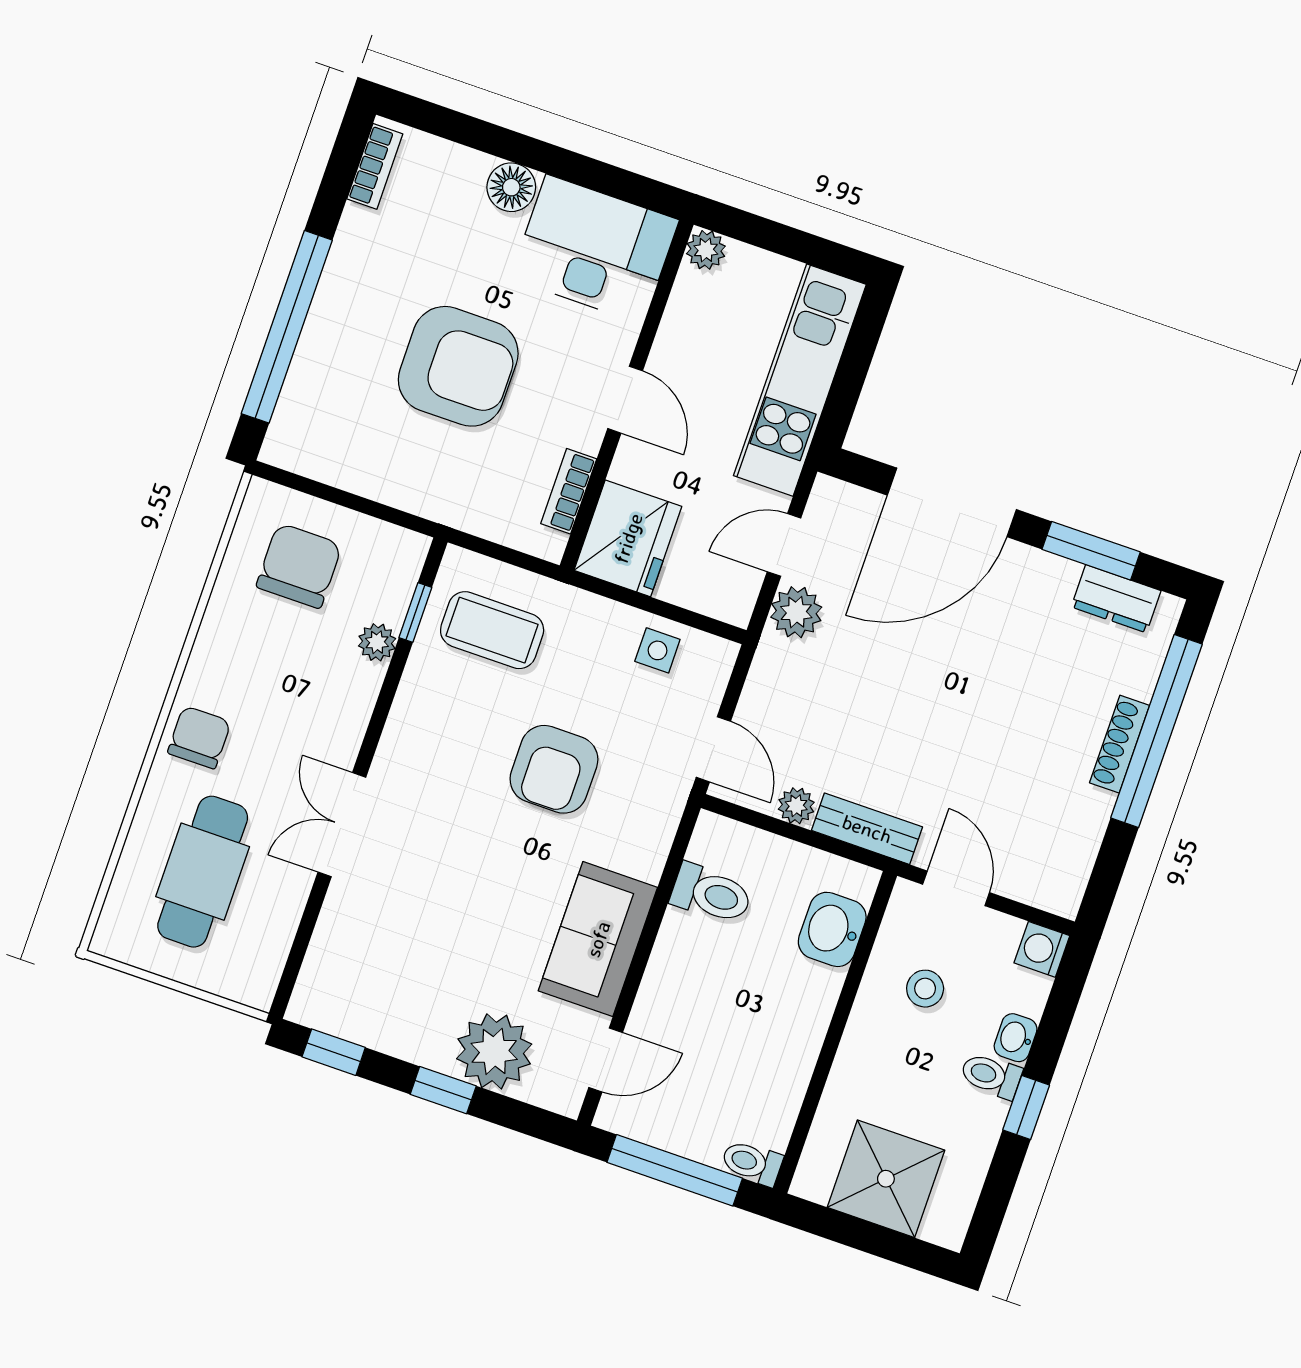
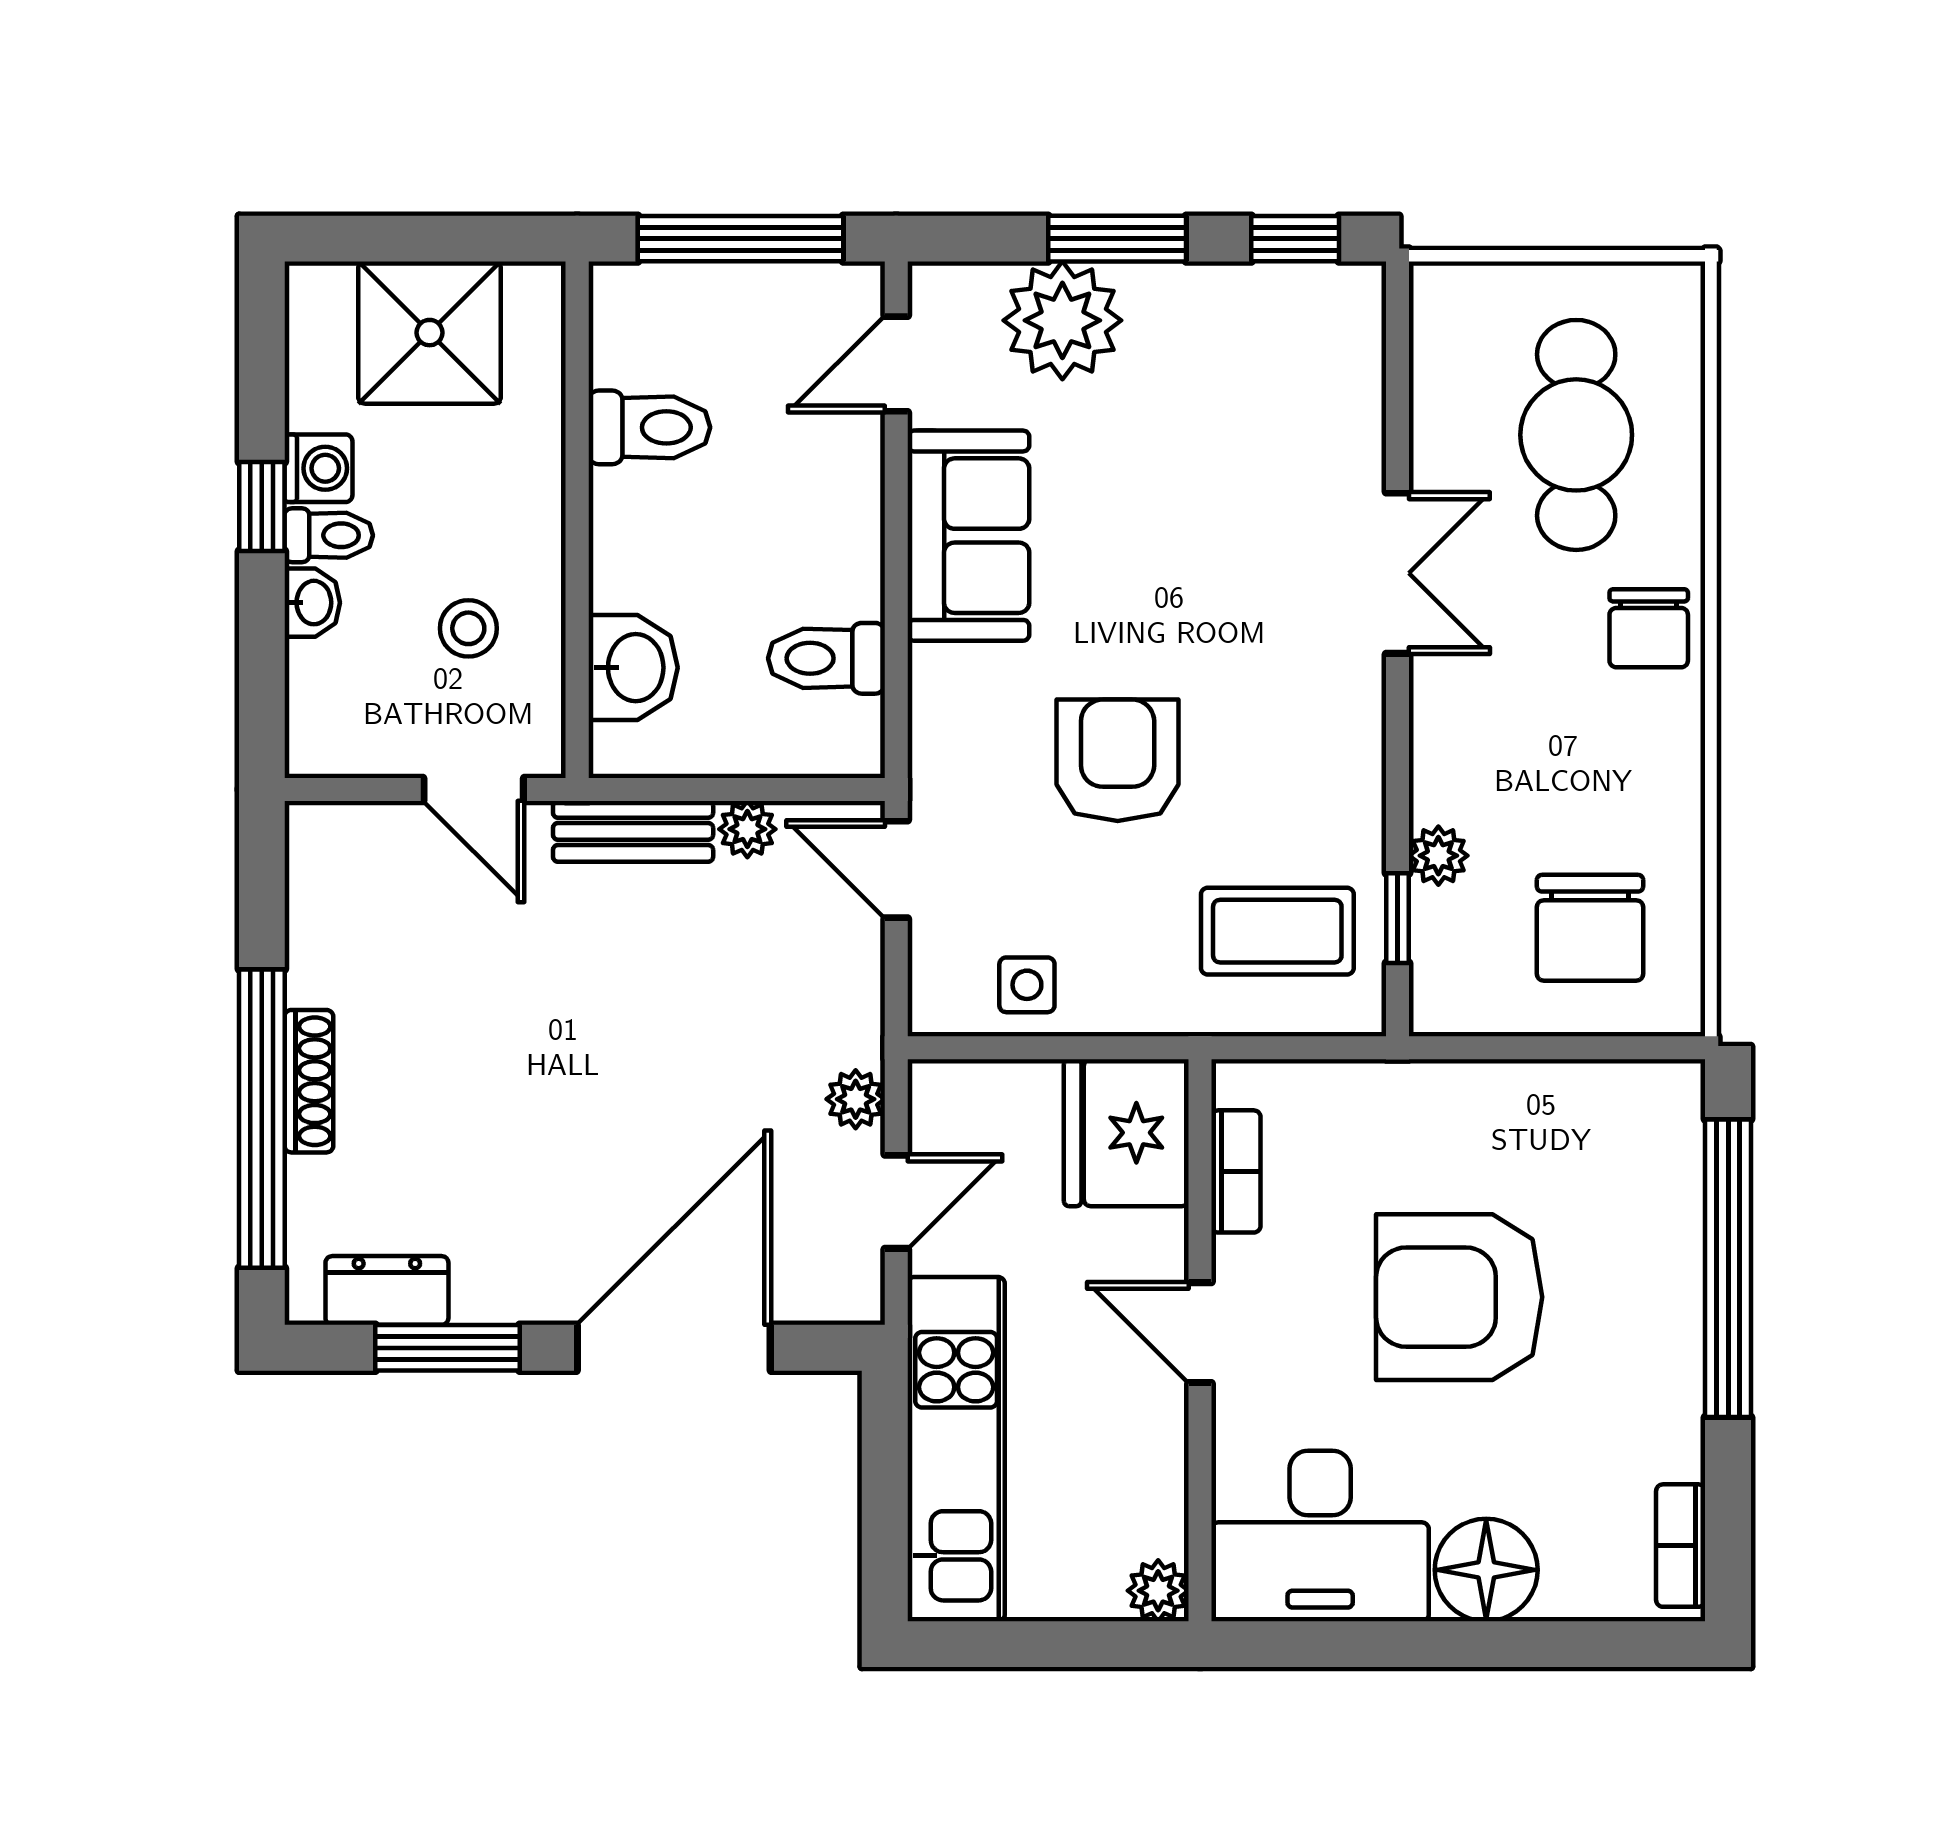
floor lamp: (511, 187) -> (1486, 1570), width x1.38, depth x1.38
plant: (796, 612) -> (856, 1099), width x0.73, depth x0.73
washing machine: (1042, 949) -> (318, 468), moved
window: (443, 1090) -> (1117, 239), width x1.50
toilet: (752, 1163) -> (649, 427), moved, width x1.37, depth x1.39

